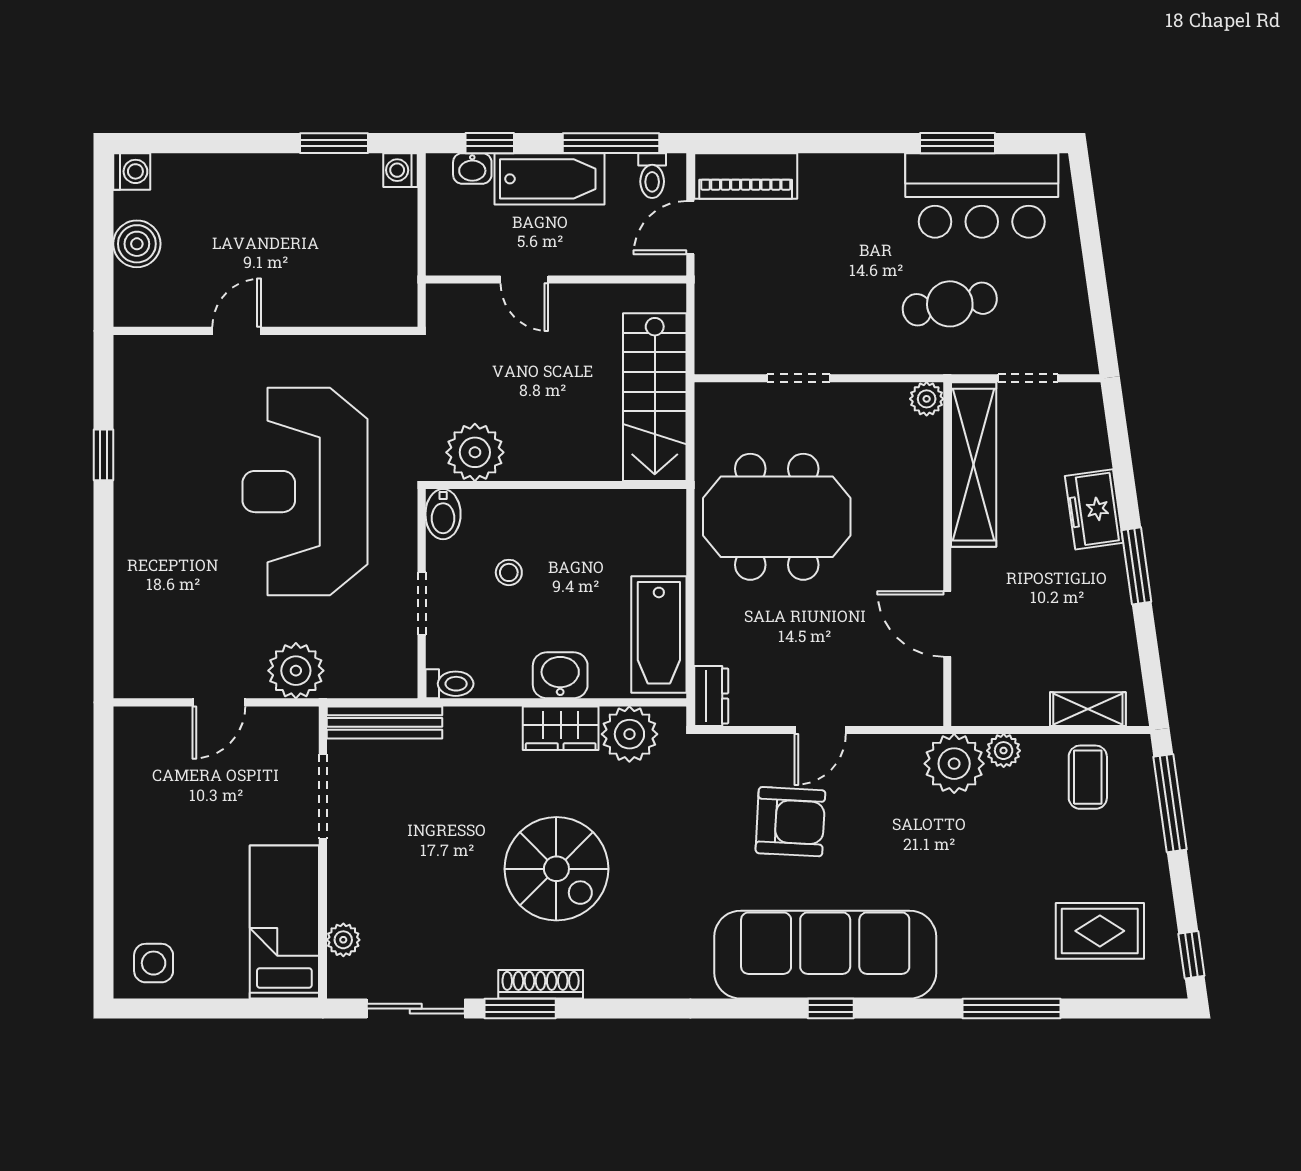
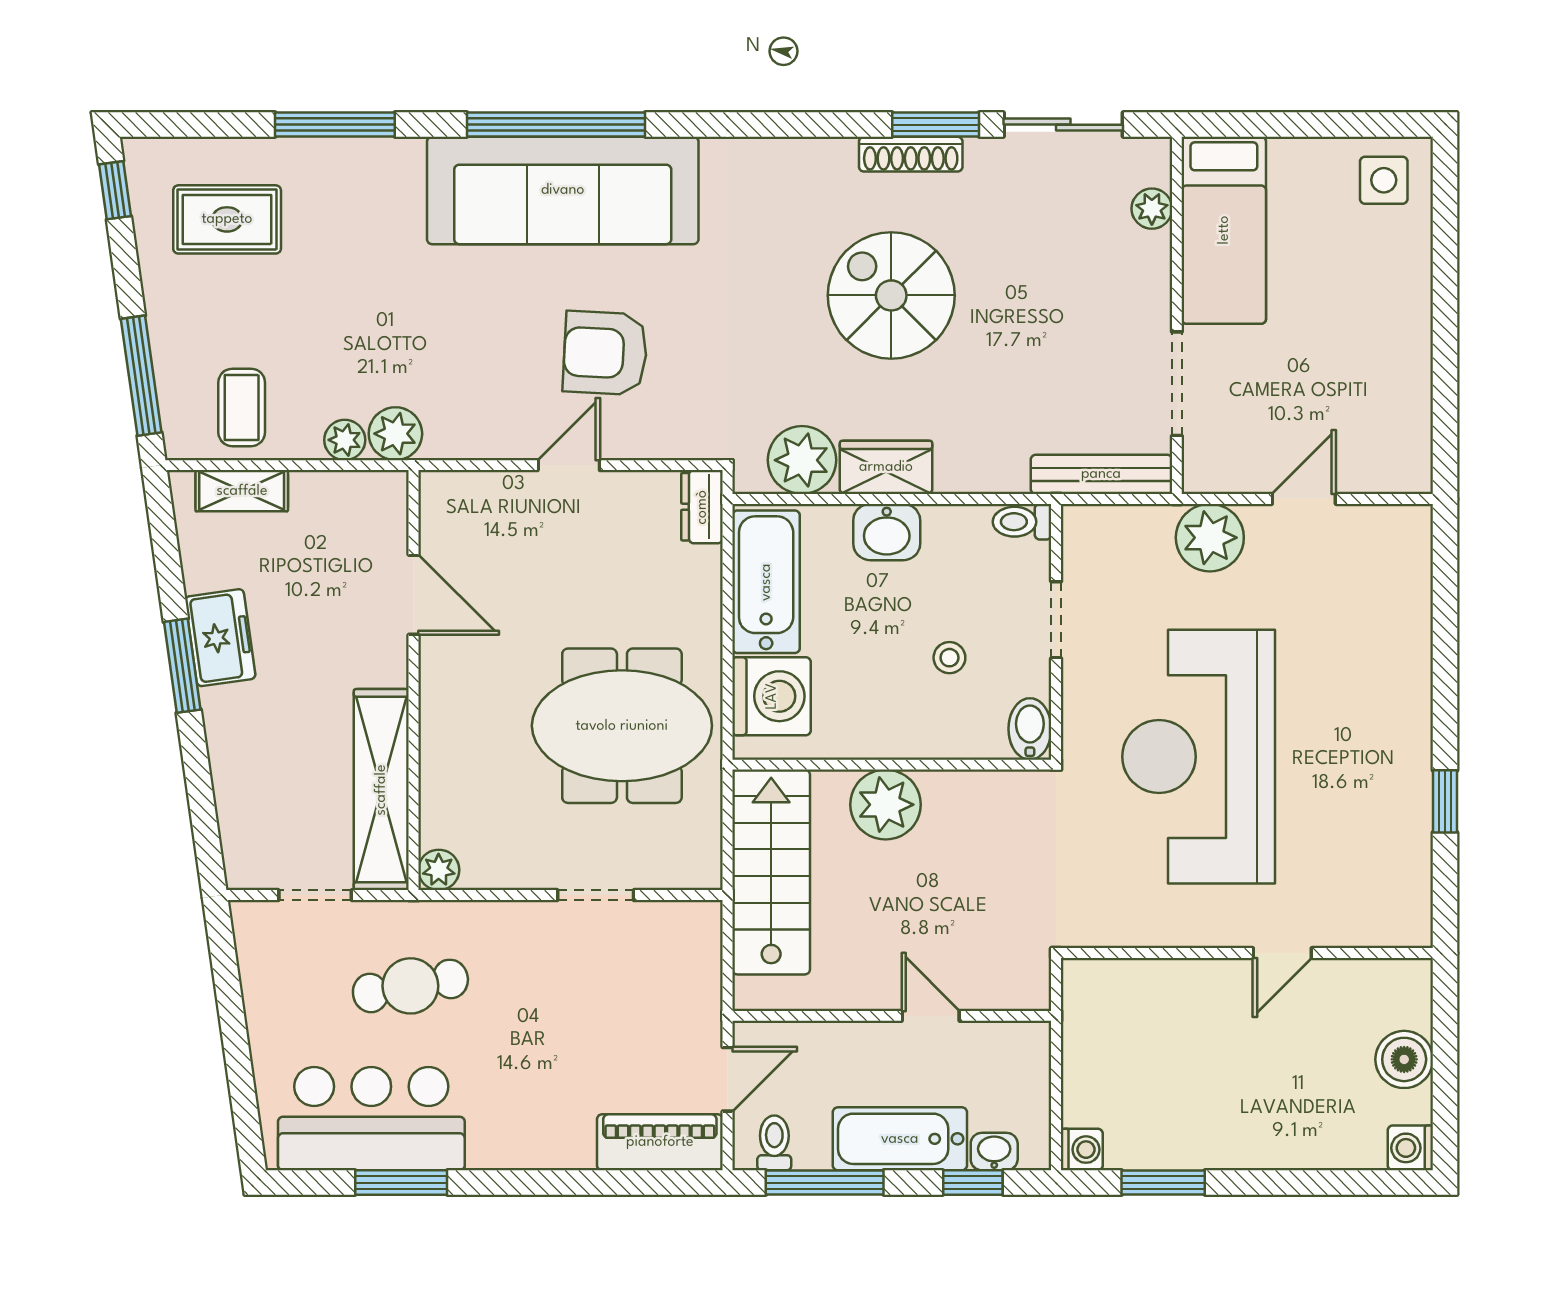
plant: (475, 452) -> (886, 805), moved
reception desk: (305, 492) -> (1199, 757), turned 180
freezer: (1094, 509) -> (220, 638), moved
washing machine: (654, 541) -> (772, 696), added
plant: (954, 764) -> (395, 434), width x0.73, depth x0.73
window: (831, 1009) -> (556, 125), width x3.17

